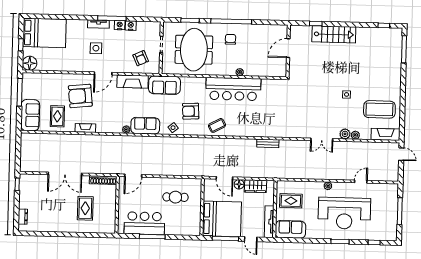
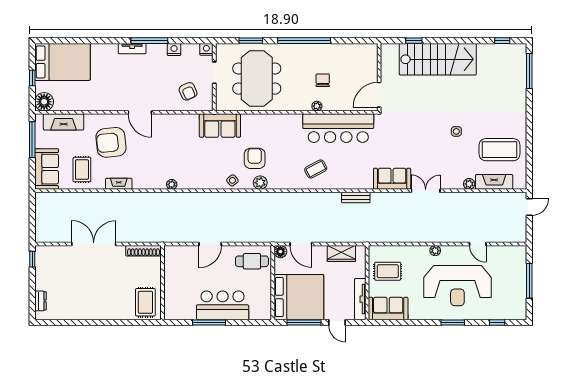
nightstand: (120, 25) -> (206, 49), moved
stairs: (334, 34) -> (438, 59), width x1.36, depth x1.51
chair: (230, 39) -> (323, 80), moved
side table: (96, 48) -> (130, 80), removed
door: (288, 48) -> (379, 95), moved
door: (103, 73) -> (140, 112), hinge flipped
fireplace: (133, 82) -> (64, 122), moved
bar counter: (233, 89) -> (338, 128), moved
armchair: (191, 111) -> (255, 158), turned 93
coffee table: (217, 125) -> (316, 169), moved
sofa: (145, 126) -> (392, 179), moved
plant: (345, 134) -> (260, 183), moved
fireplace: (386, 134) -> (494, 182), moved
double door: (322, 140) -> (426, 191), swing flipped
door: (401, 154) -> (529, 207), hinge flipped
double door: (65, 174) -> (94, 244), swing flipped
door: (133, 176) -> (210, 244), moved
door: (361, 182) -> (478, 244), swing flipped
floor lamp: (239, 184) -> (280, 252), moved
cafe table: (175, 197) -> (252, 261), moved
rug: (85, 208) -> (145, 302), moved
bar counter: (144, 223) -> (223, 305), moved

